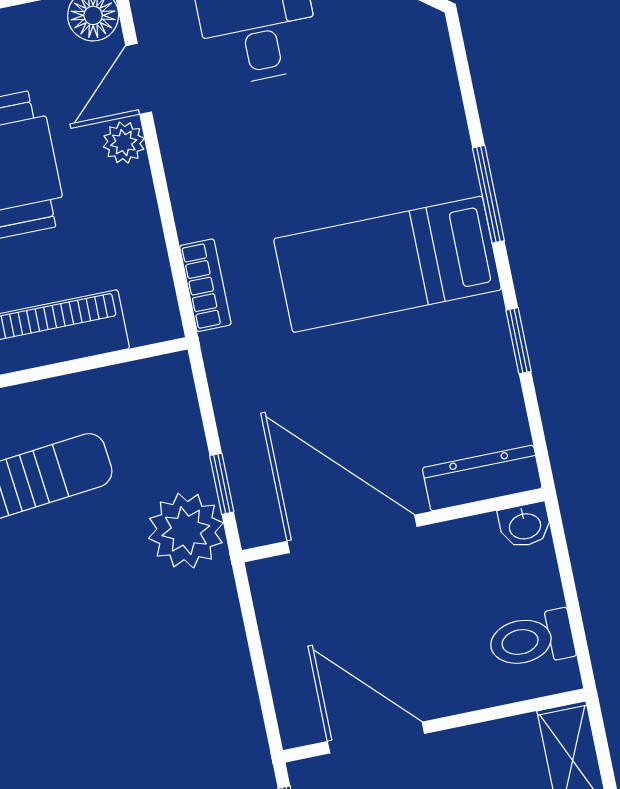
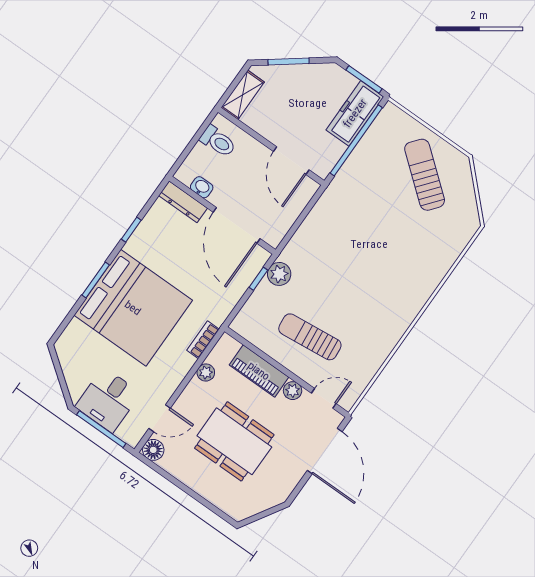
plant: (124, 143) -> (206, 372), moved
bed: (387, 264) -> (133, 308), width x2.04
washbasin: (525, 525) -> (202, 187), moved
plant: (186, 531) -> (279, 274), width x0.73, depth x0.73

